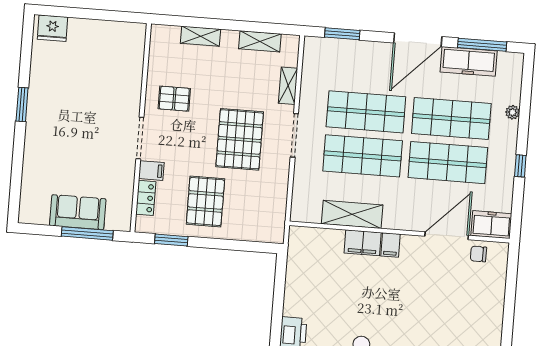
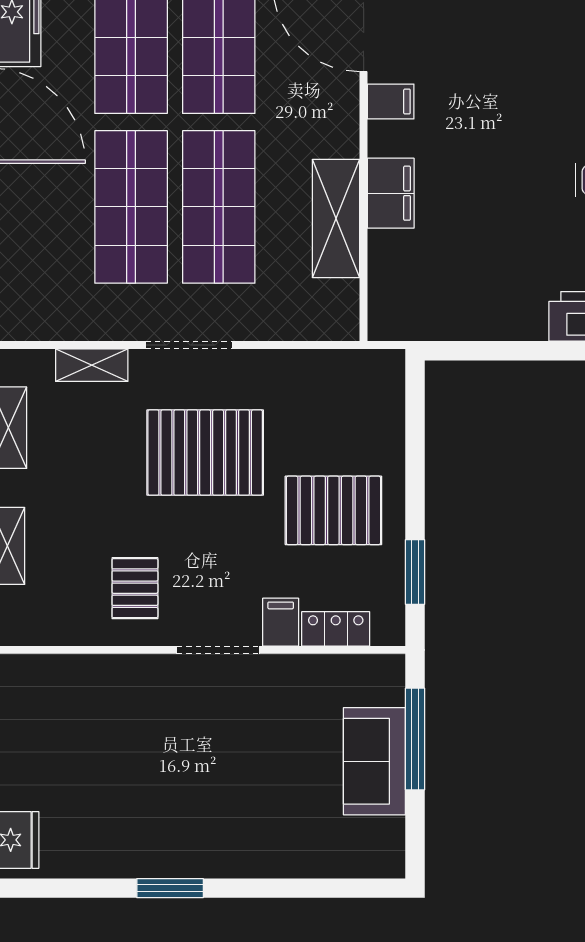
filing cabinet: (391, 245) -> (391, 102), moved

